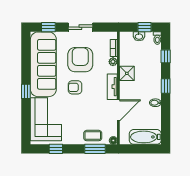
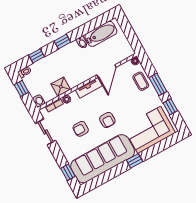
sliding door: (80, 27) -> (46, 132), moved
washbasin: (139, 36) -> (39, 101), moved
armchair: (80, 60) -> (81, 129), width x0.53, depth x0.53
shower: (127, 73) -> (61, 87), moved
door: (118, 110) -> (106, 71), swing flipped
bathtub: (145, 137) -> (101, 34), moved, turned -90
window: (95, 149) -> (158, 84), moved

